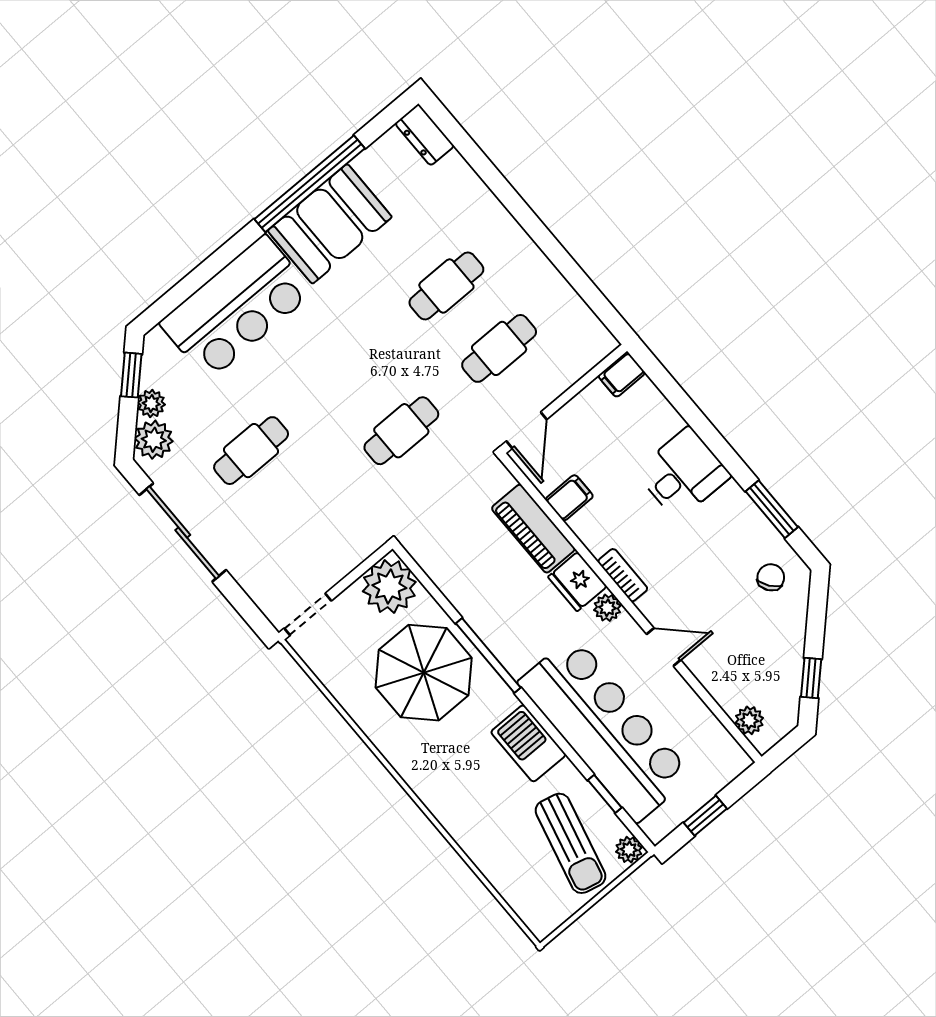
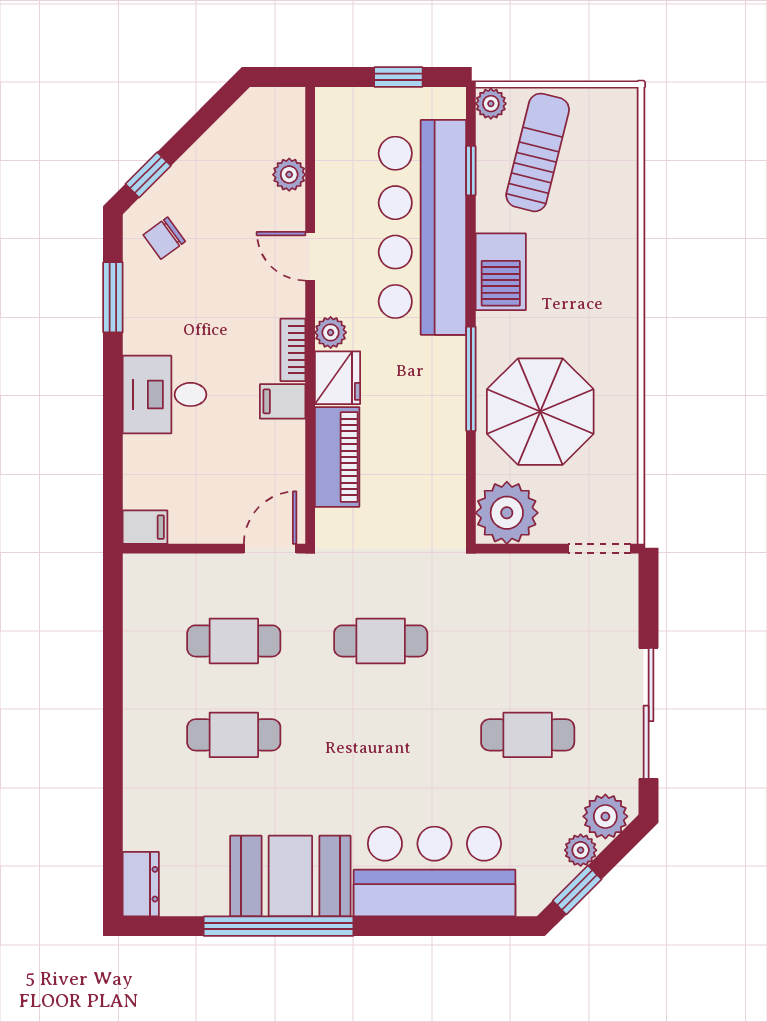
filing cabinet: (569, 498) -> (283, 401), moved
window: (811, 678) -> (148, 175), moved
plant: (749, 720) -> (289, 175), moved

